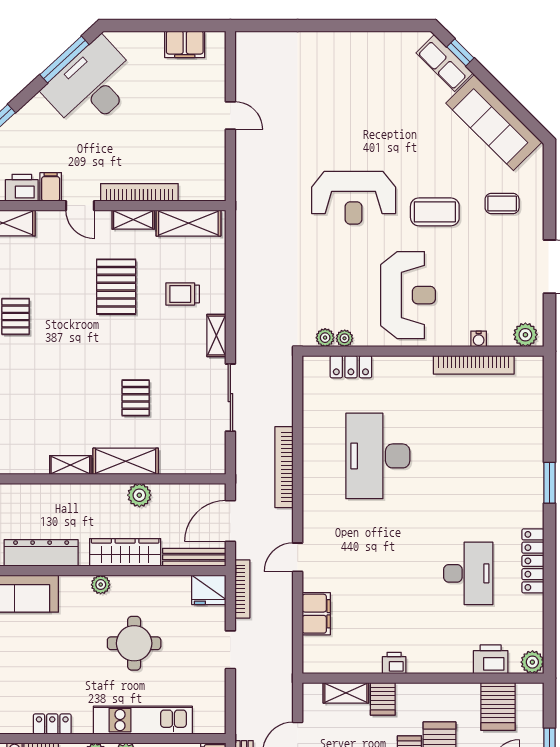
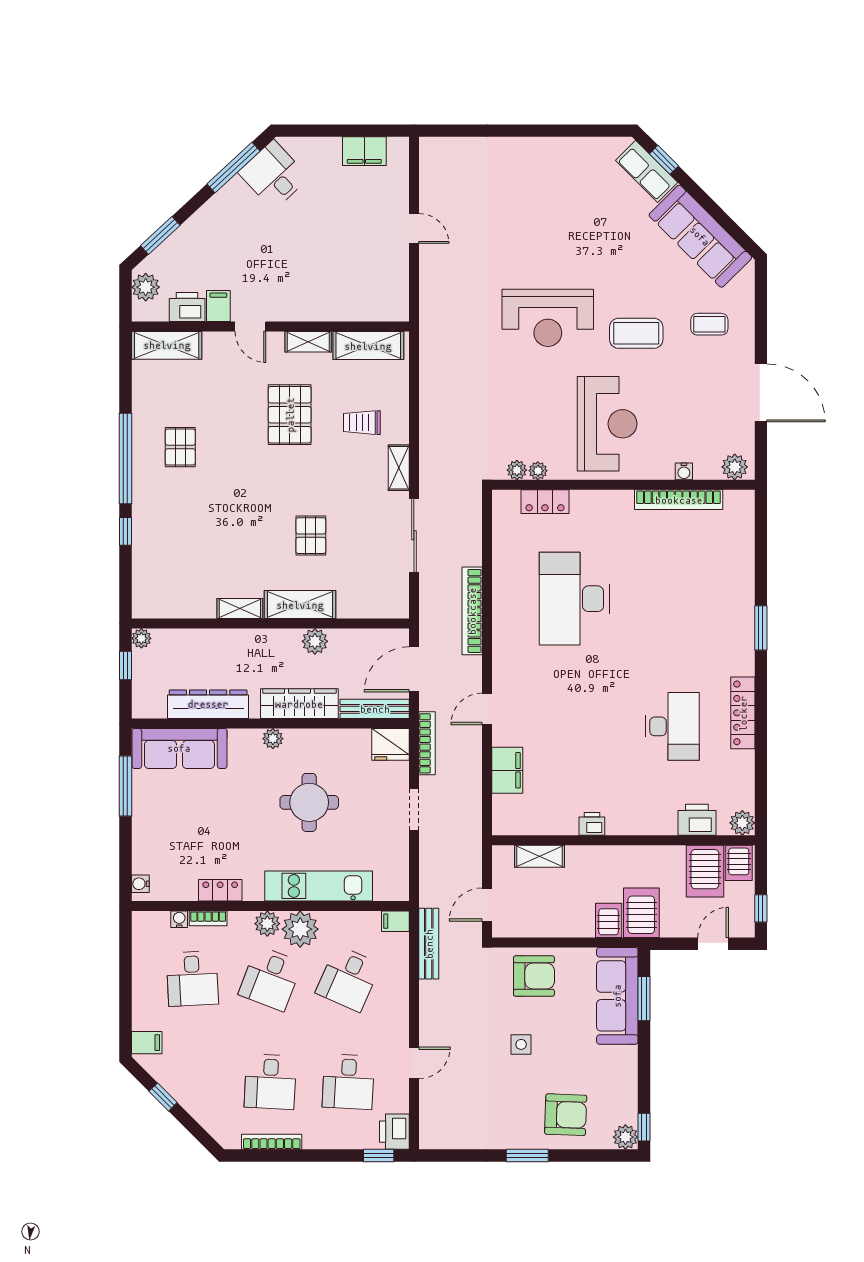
desk: (92, 85) -> (274, 175), width x0.53, depth x0.77
bookcase: (139, 192) -> (315, 312), removed
server rack: (383, 699) -> (739, 863), moved

